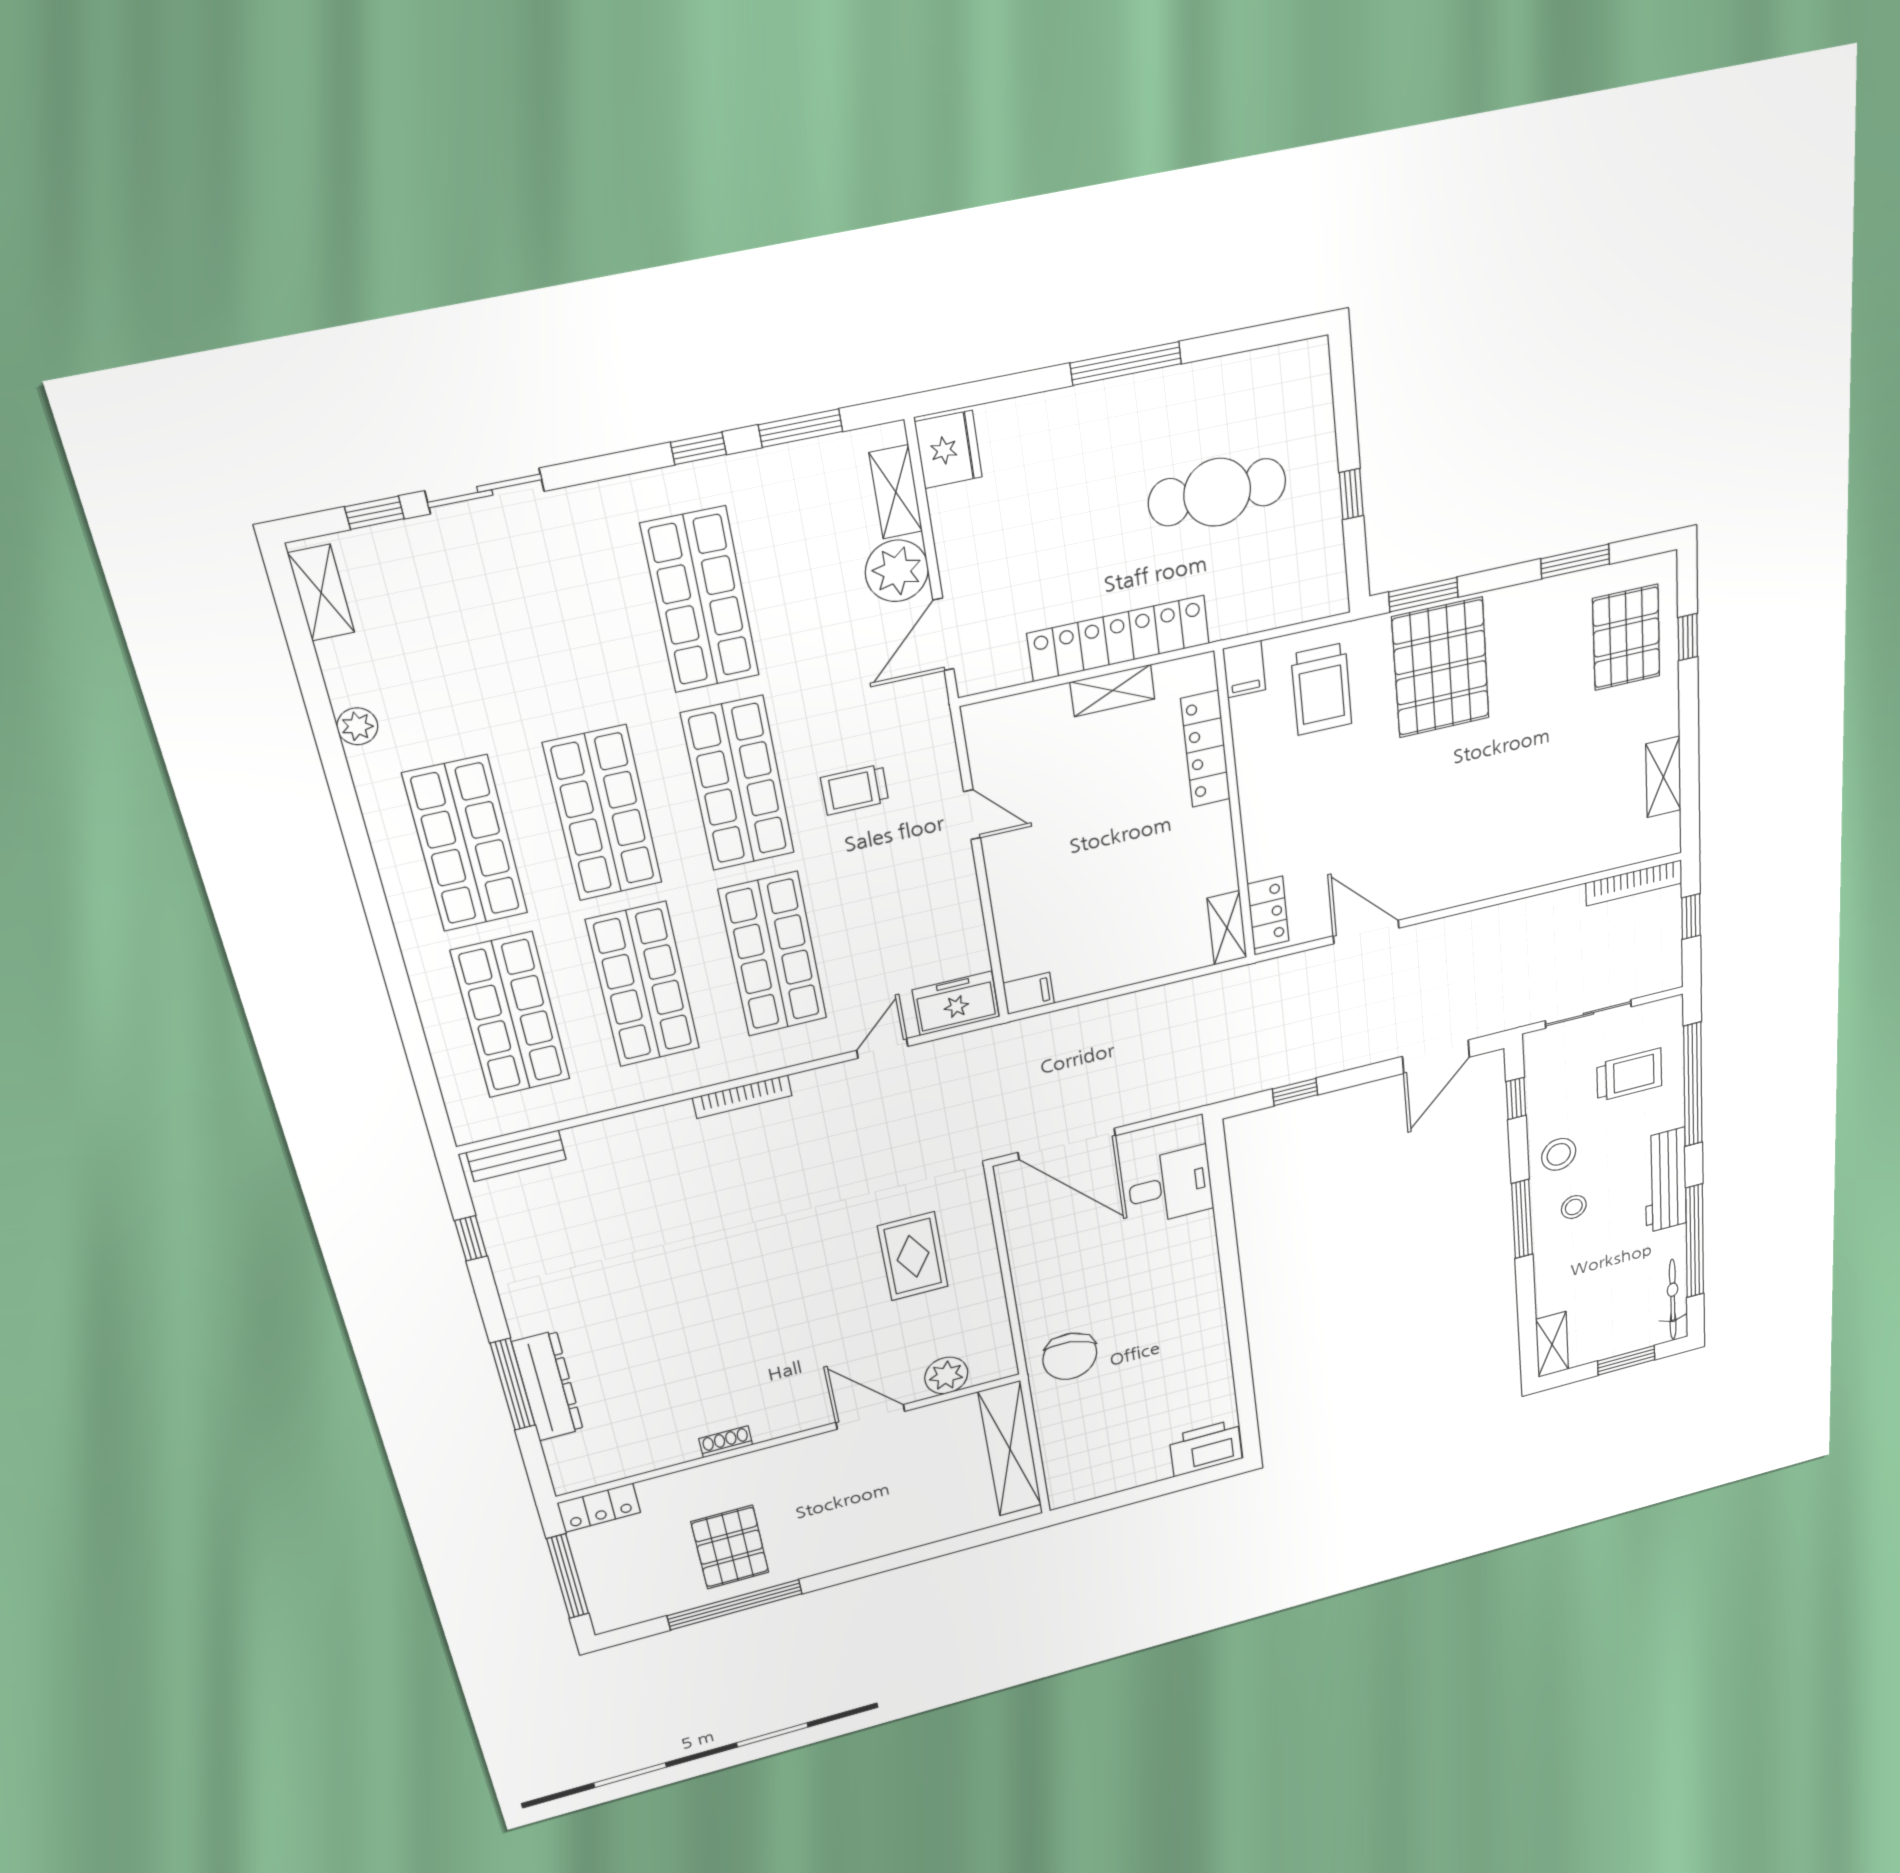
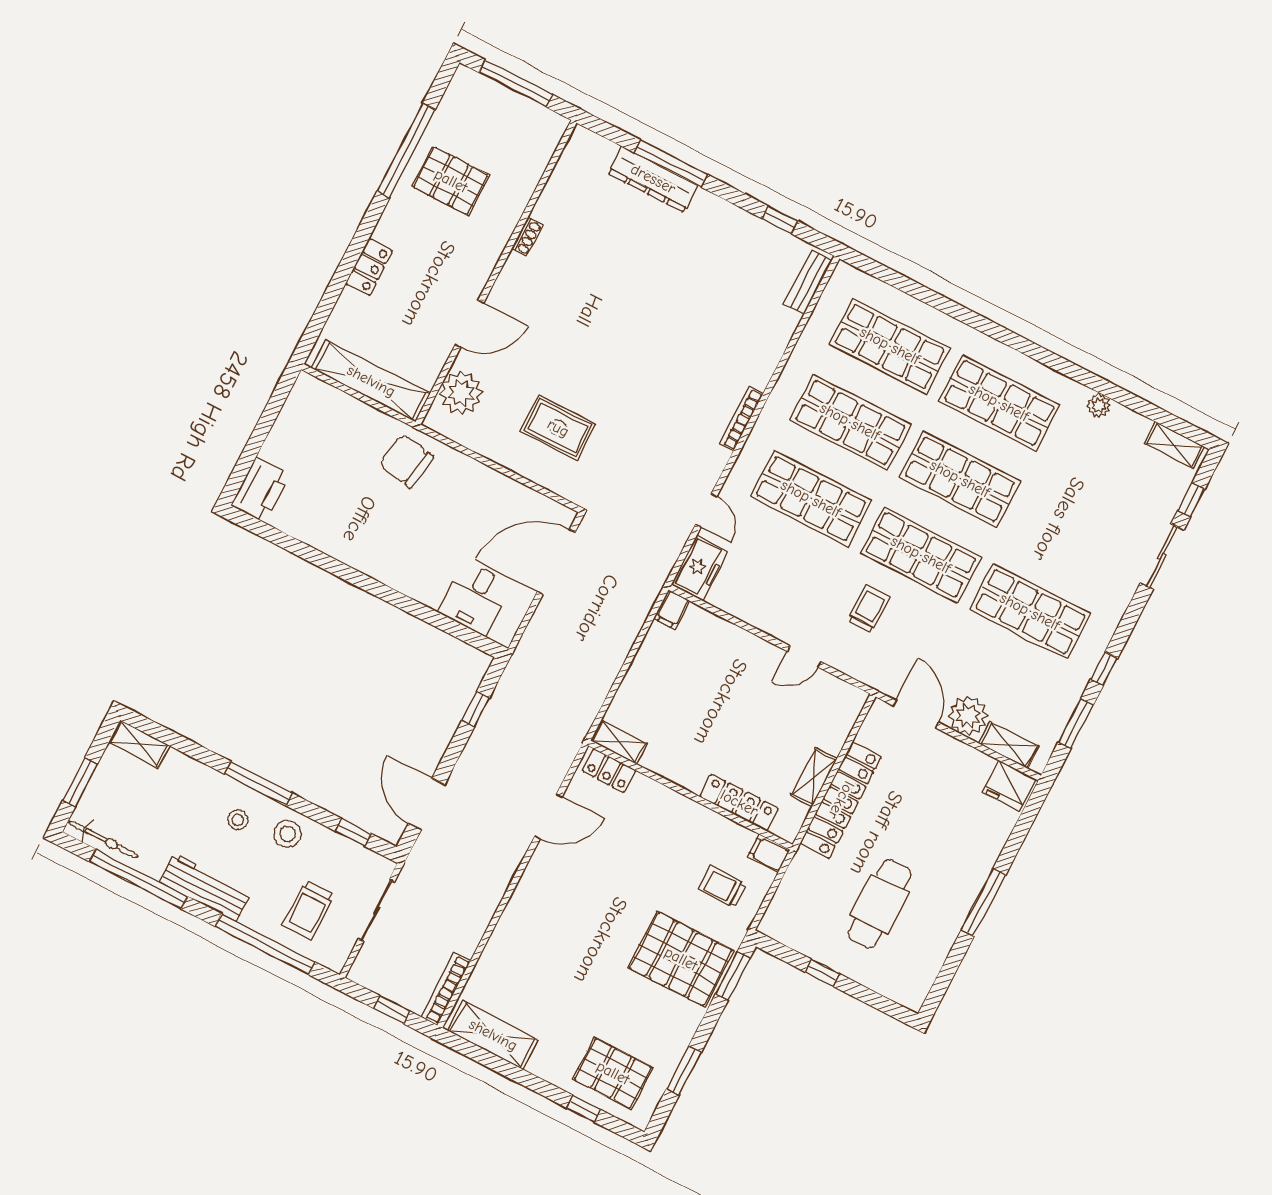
trolley: (1321, 689) -> (722, 887), width x0.73, depth x0.72
shelving: (1663, 777) -> (493, 1035), width x1.50, depth x1.33
plant: (946, 1375) -> (461, 393), width x1.36, depth x1.36
locker: (599, 1508) -> (369, 267), moved, turned 180

